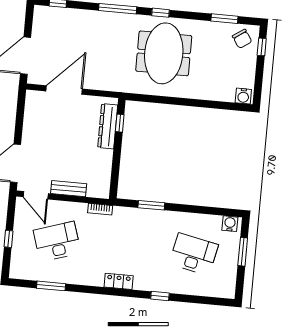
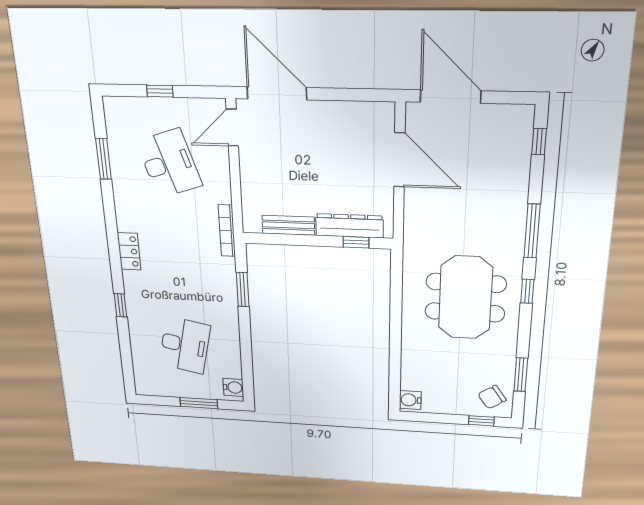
meeting table: (164, 53) -> (465, 298), turned 90
bench: (69, 189) -> (288, 225), moved, turned 90
bookcase: (100, 209) -> (227, 231), width x1.56

